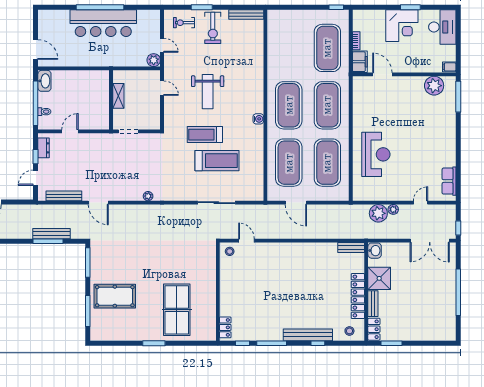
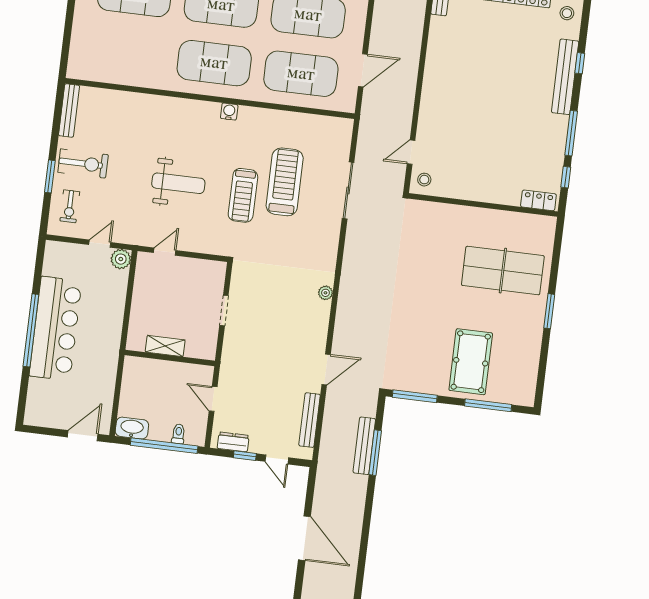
shelving: (118, 96) -> (165, 346), moved
wall: (111, 100) -> (170, 358), moved

